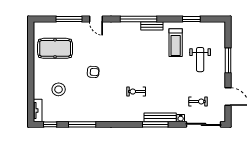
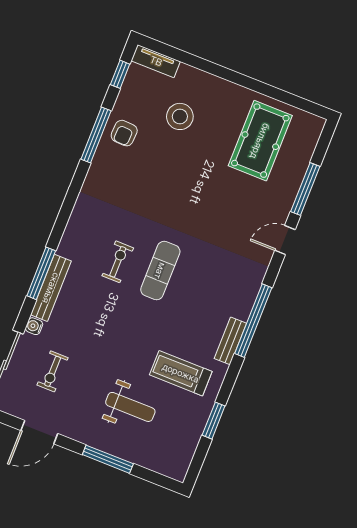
weight bench: (200, 60) -> (130, 407), turned 180
exercise mat: (132, 70) -> (160, 271), added
armchair: (93, 72) -> (124, 133), moved

